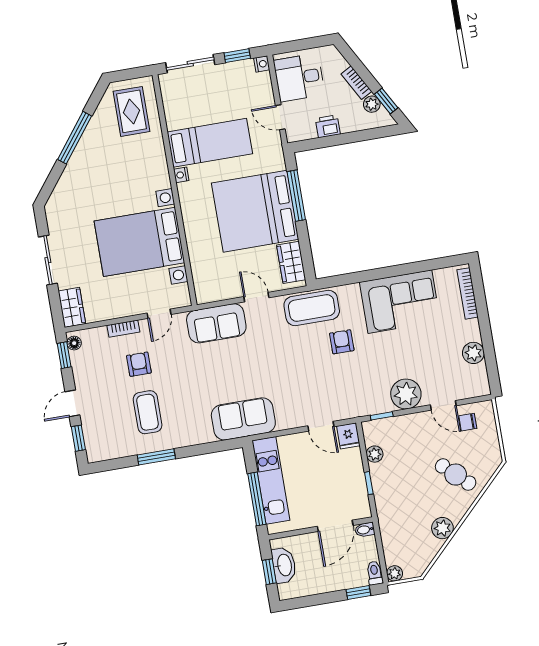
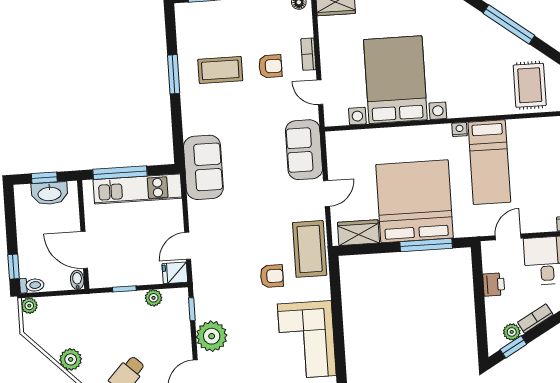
rug: (131, 111) -> (530, 85), turned 90

